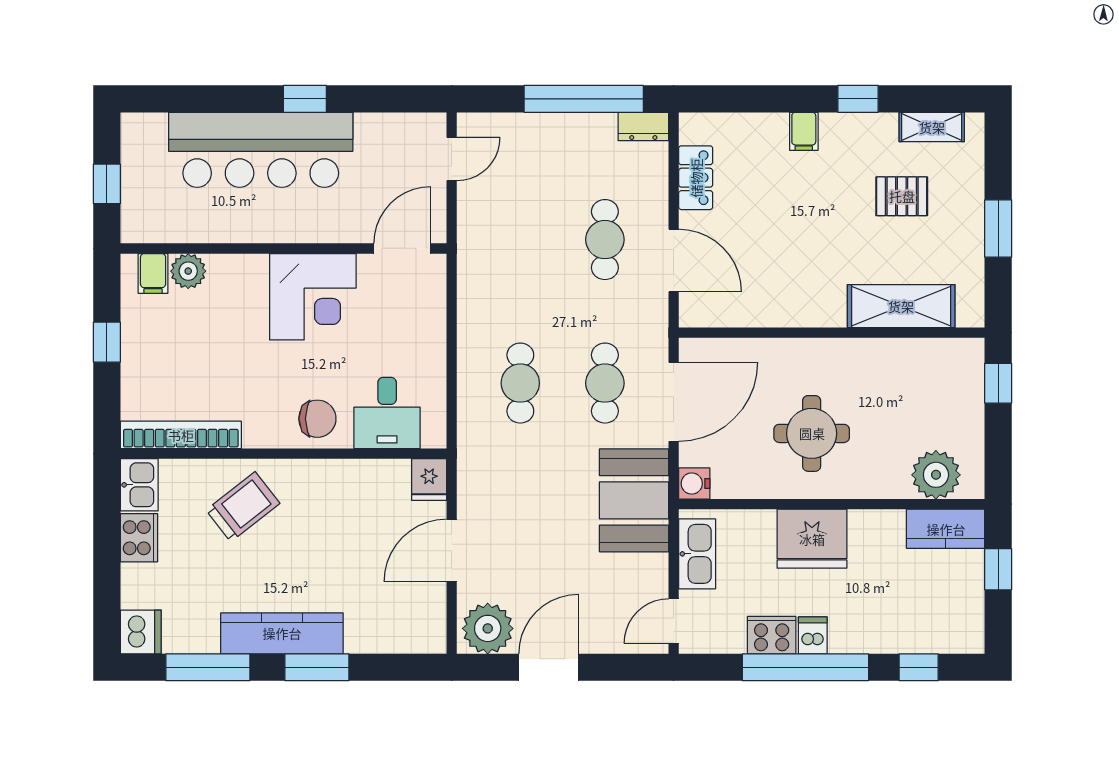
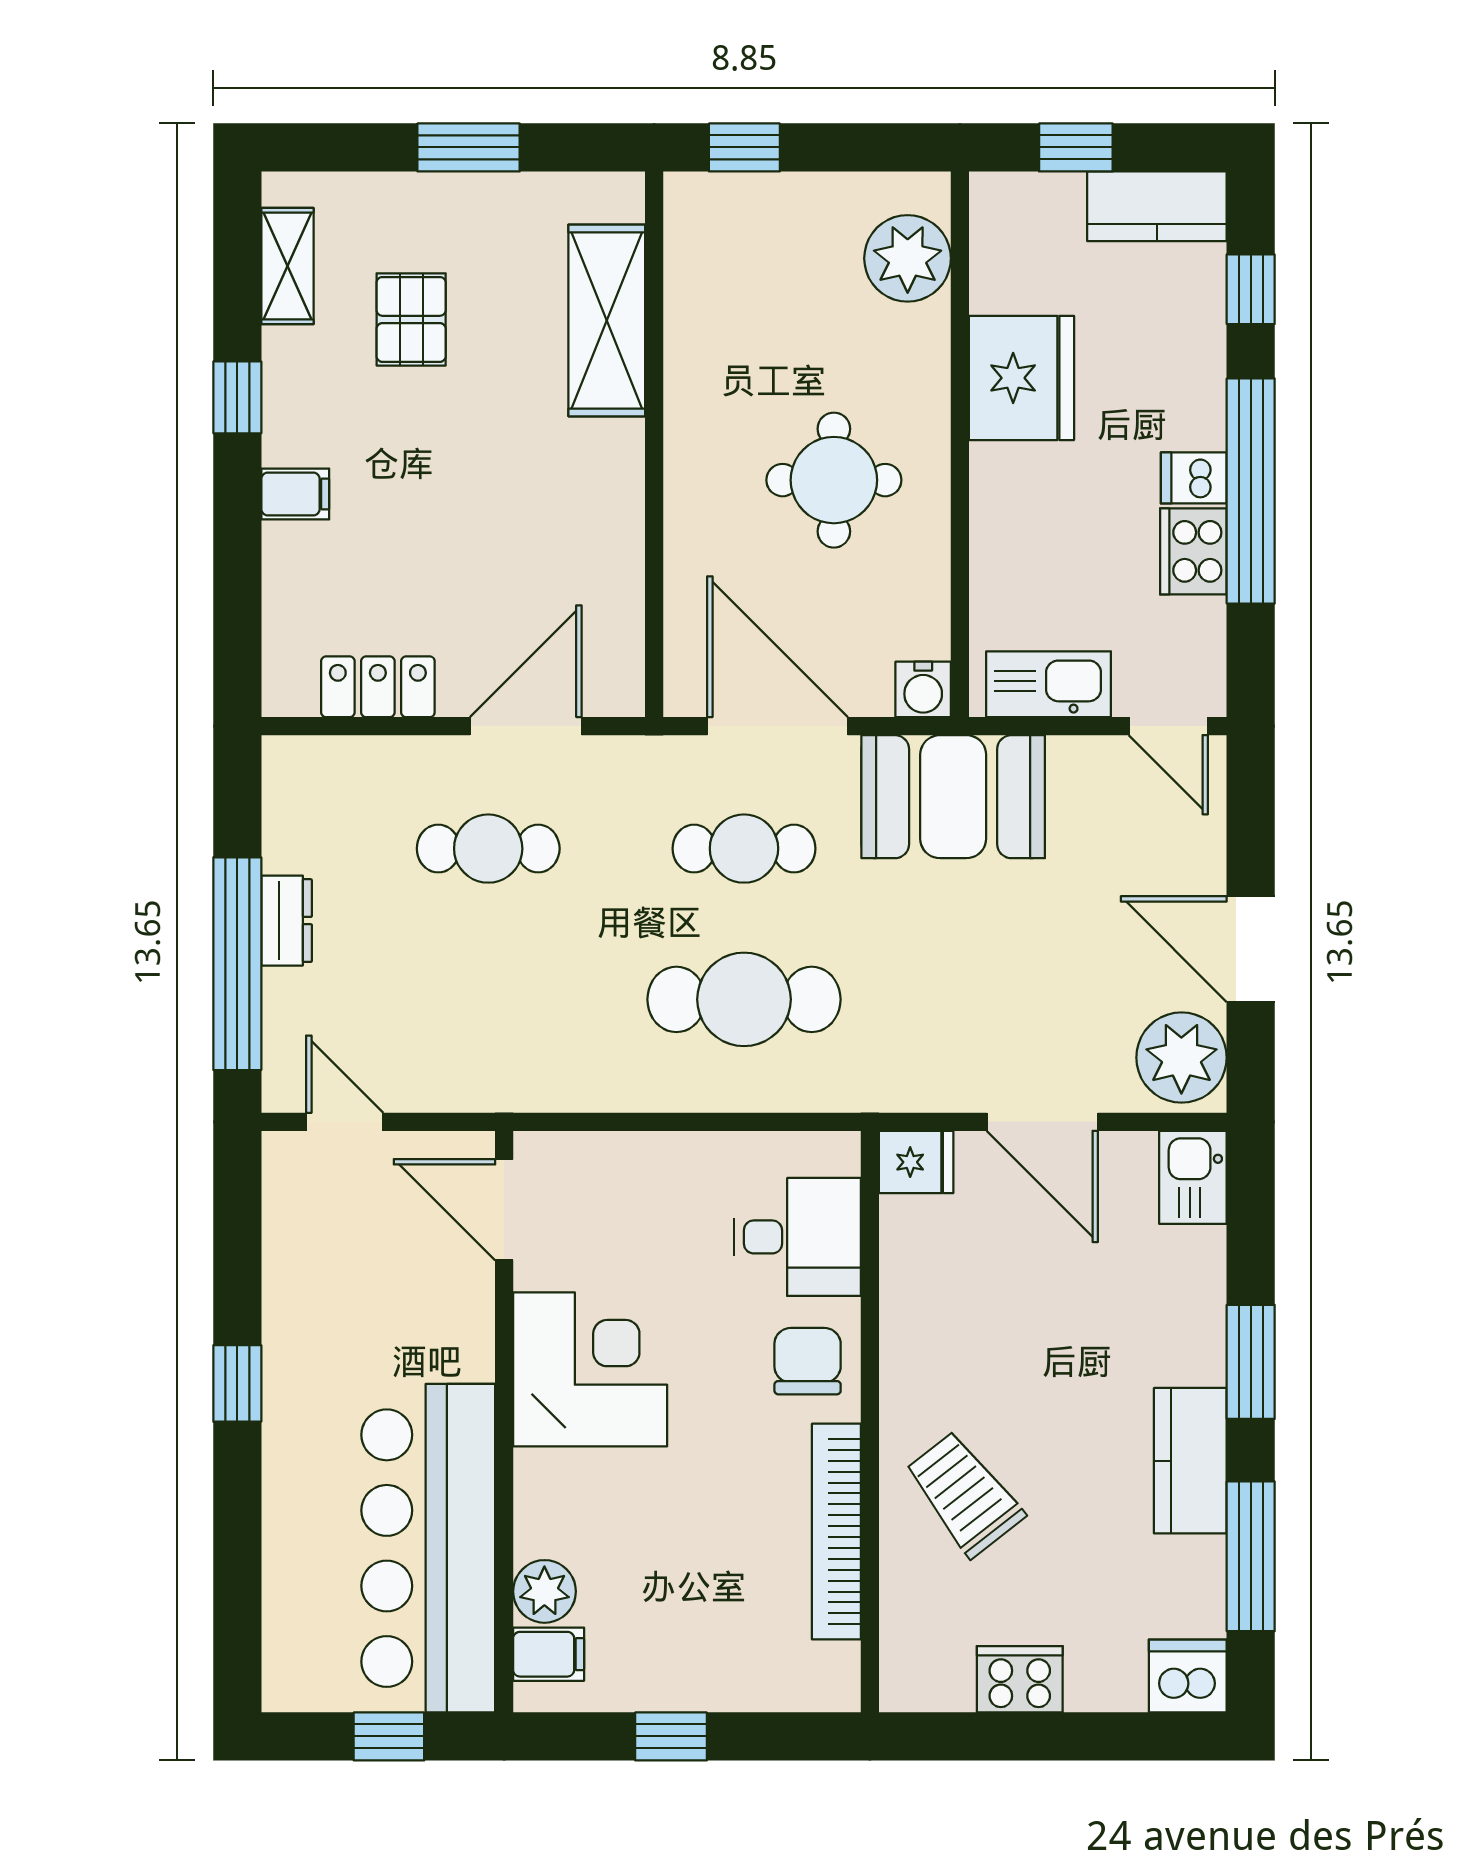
window: (584, 99) -> (237, 964), moved
dresser: (643, 126) -> (287, 921), moved
bar counter: (261, 150) -> (428, 1548), moved, turned 180
cafe table: (520, 383) -> (744, 999), width x1.37, depth x1.35
bookcase: (181, 435) -> (836, 1532), moved
kitchen sink: (139, 485) -> (1193, 1177), moved, turned -90
kitchen counter: (946, 529) -> (1157, 206), moved, turned 90
fridge: (812, 539) -> (1021, 378), moved
kitchen counter: (282, 633) -> (1190, 1461), width x0.67

